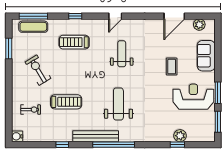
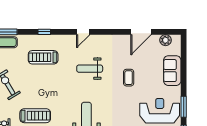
weight bench: (122, 54) -> (90, 69), turned -90
coffee table: (172, 67) -> (129, 78), moved

